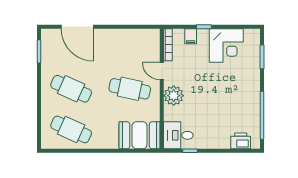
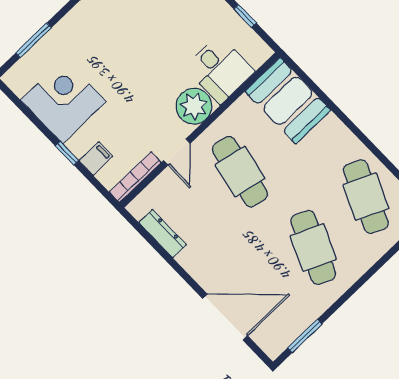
door: (77, 27) -> (225, 317), hinge flipped
dresser: (135, 34) -> (163, 234), added
desk: (178, 135) -> (220, 69), moved

